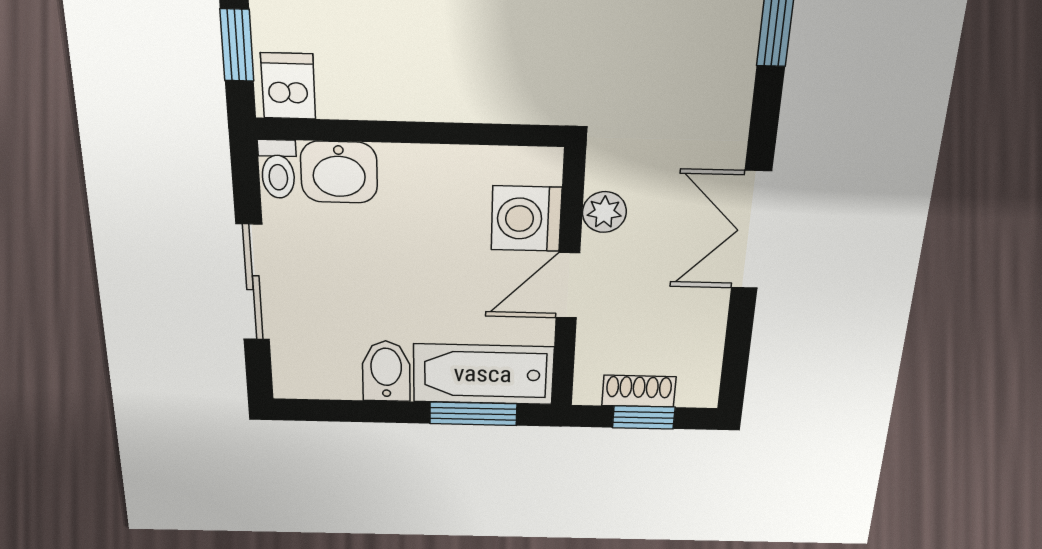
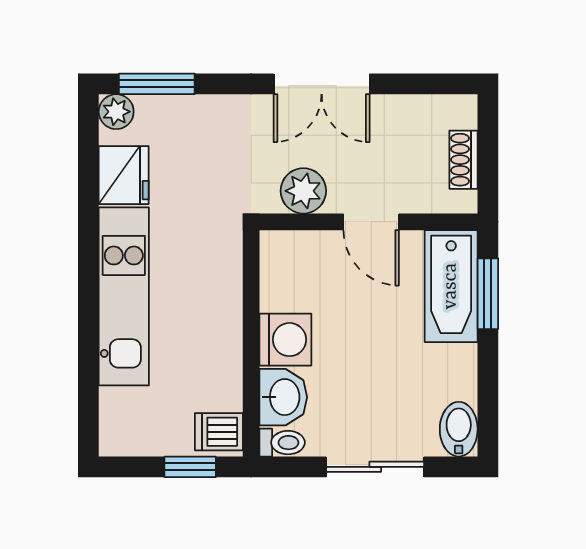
plant: (604, 212) -> (303, 191), width x1.38, depth x1.38
washing machine: (526, 219) -> (285, 340), moved, turned -90
bidet: (386, 371) -> (459, 429), moved, turned 90
window: (644, 417) -> (488, 154), removed

